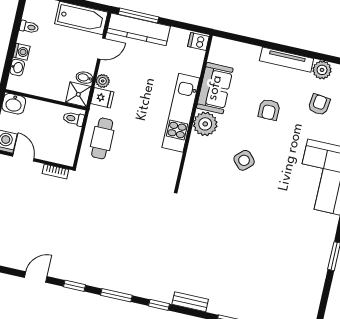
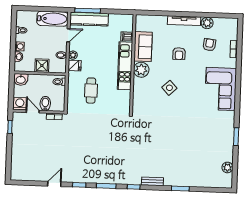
dishwasher: (198, 41) -> (127, 36), moved
shower: (78, 94) -> (42, 66), moved
cafe table: (102, 138) -> (91, 91), moved
bidet: (45, 149) -> (45, 104), added
plant: (311, 302) -> (227, 167), added

